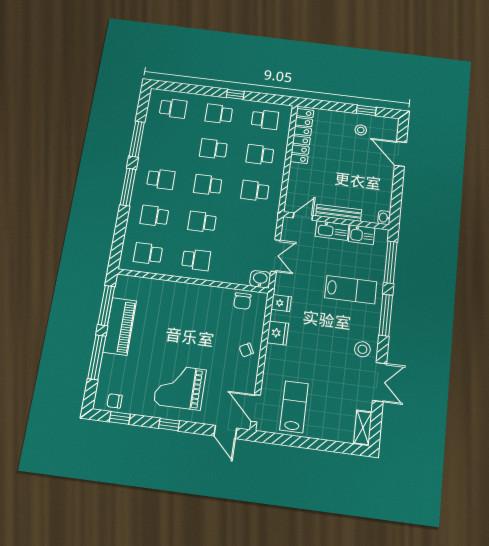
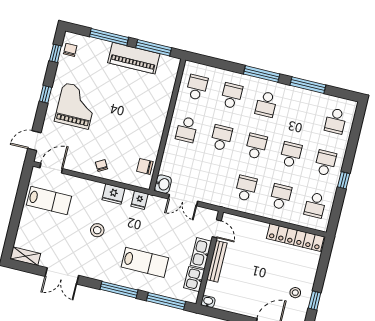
lab bench: (351, 290) -> (145, 262), turned -90
stool: (362, 349) -> (97, 230), moved

